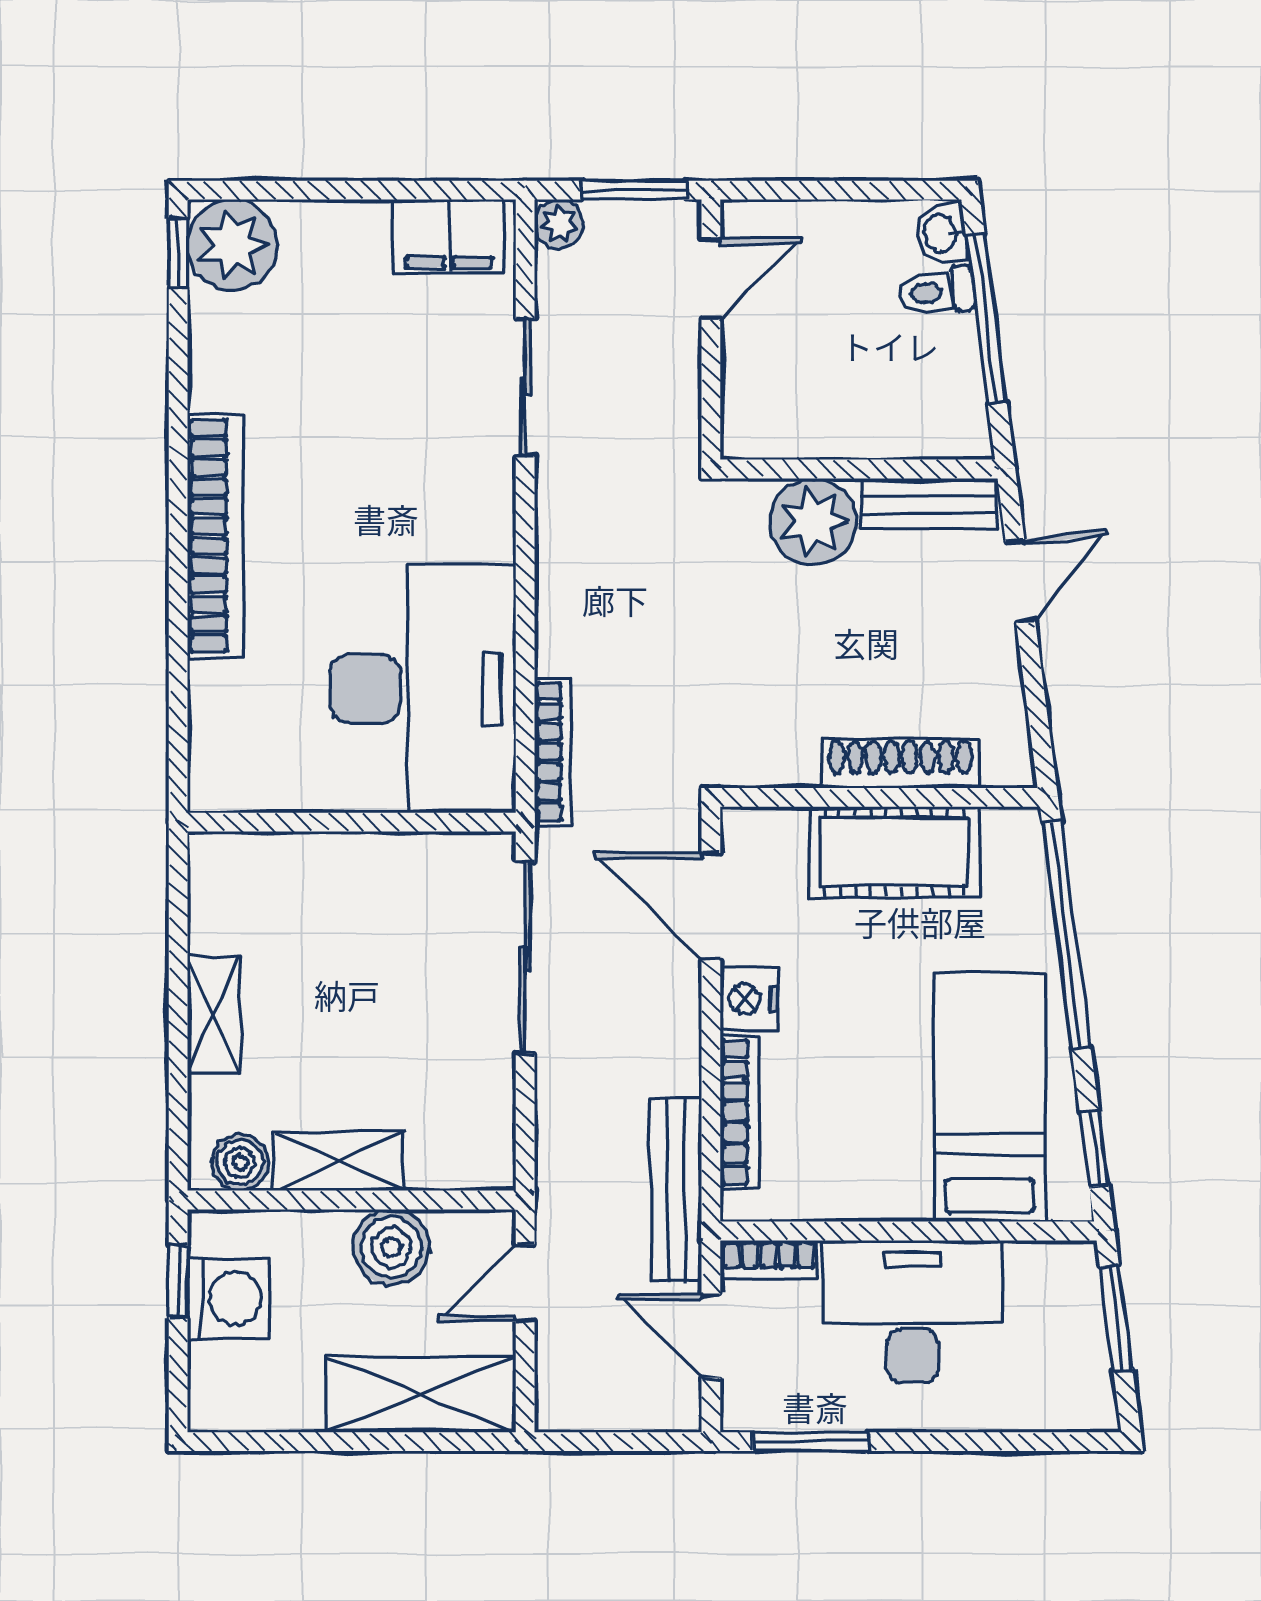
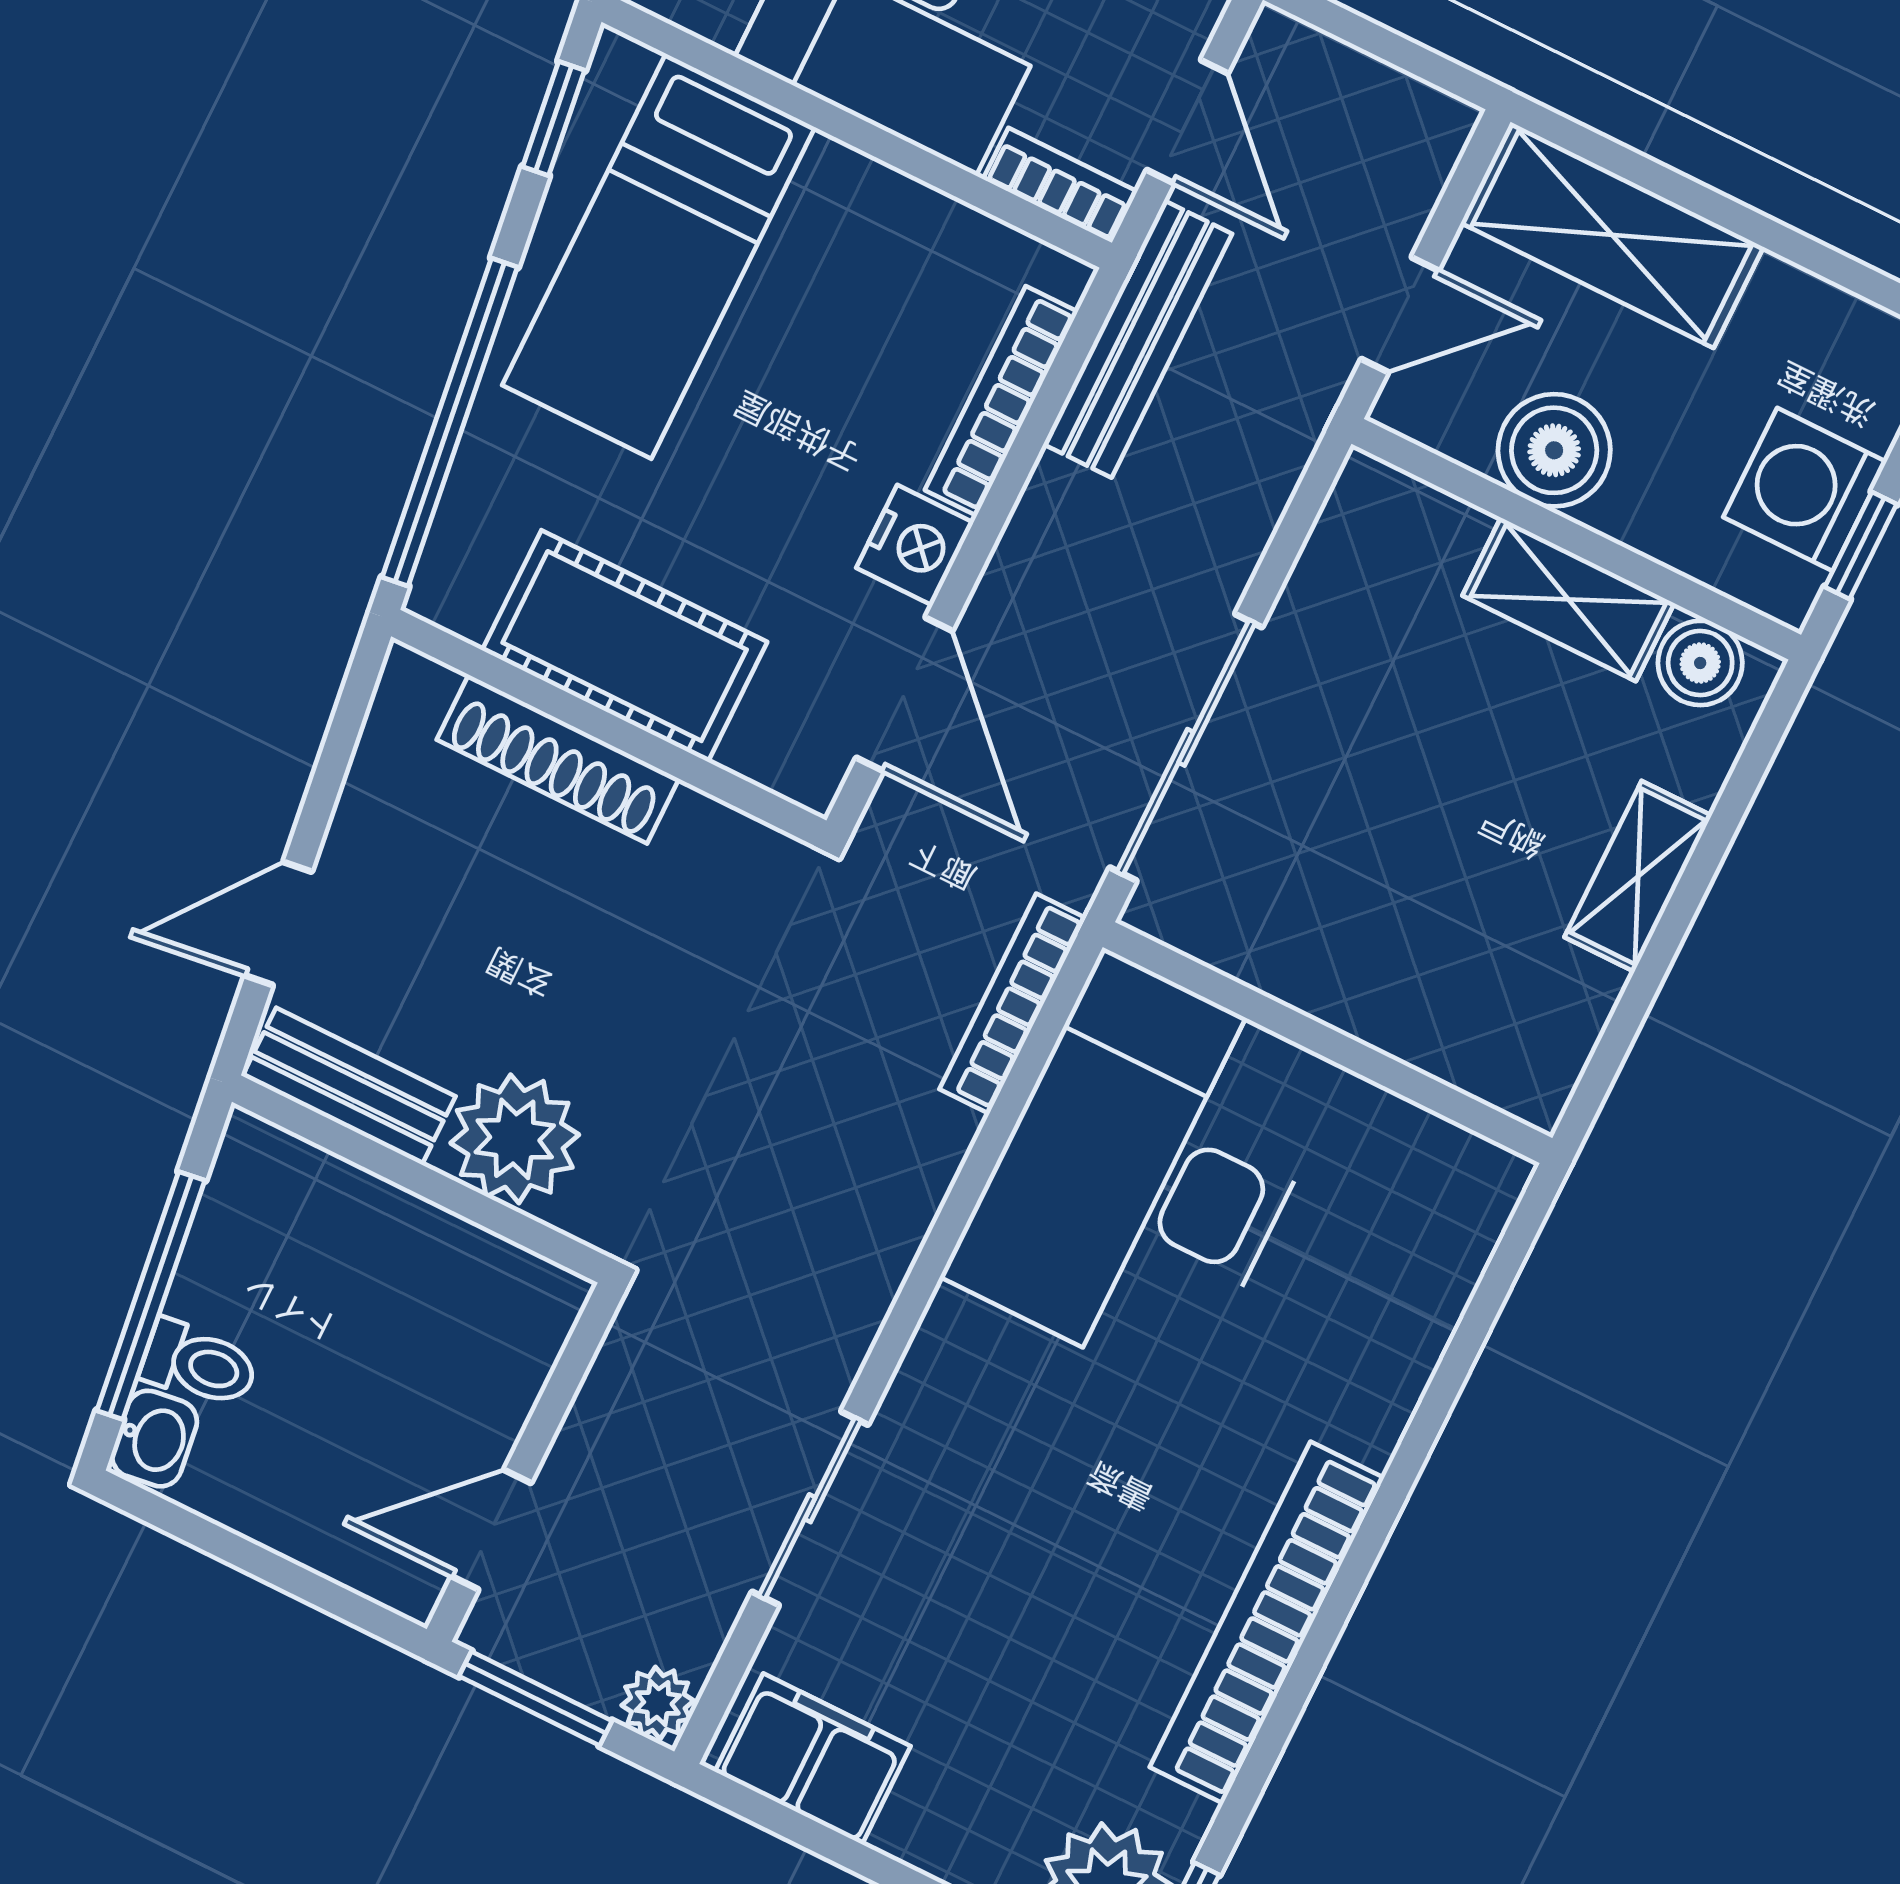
bookcase: (215, 536) -> (1267, 1623), moved

